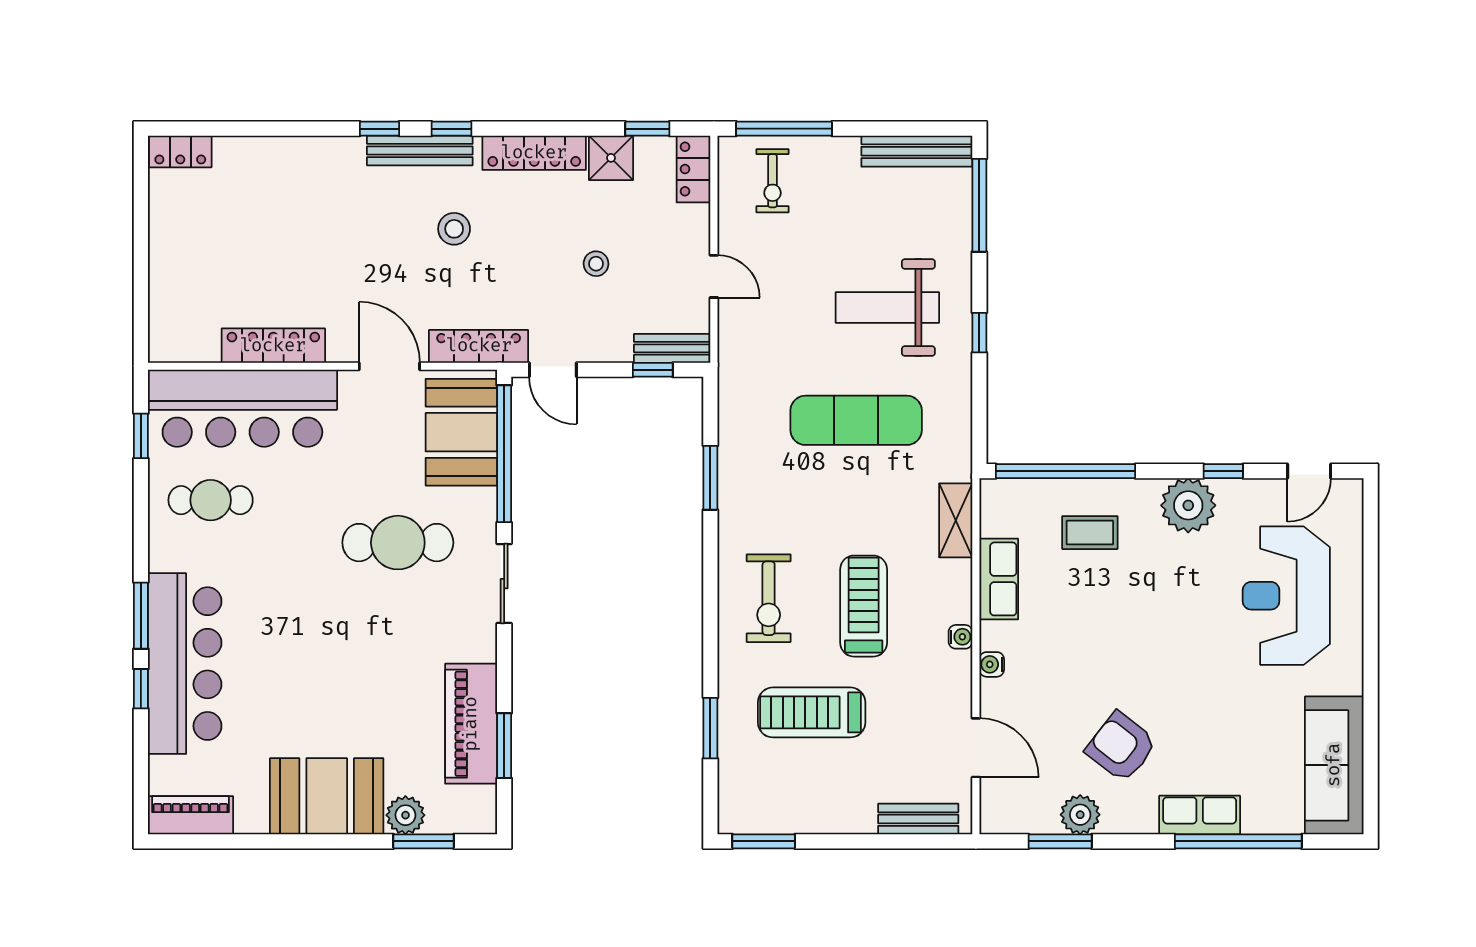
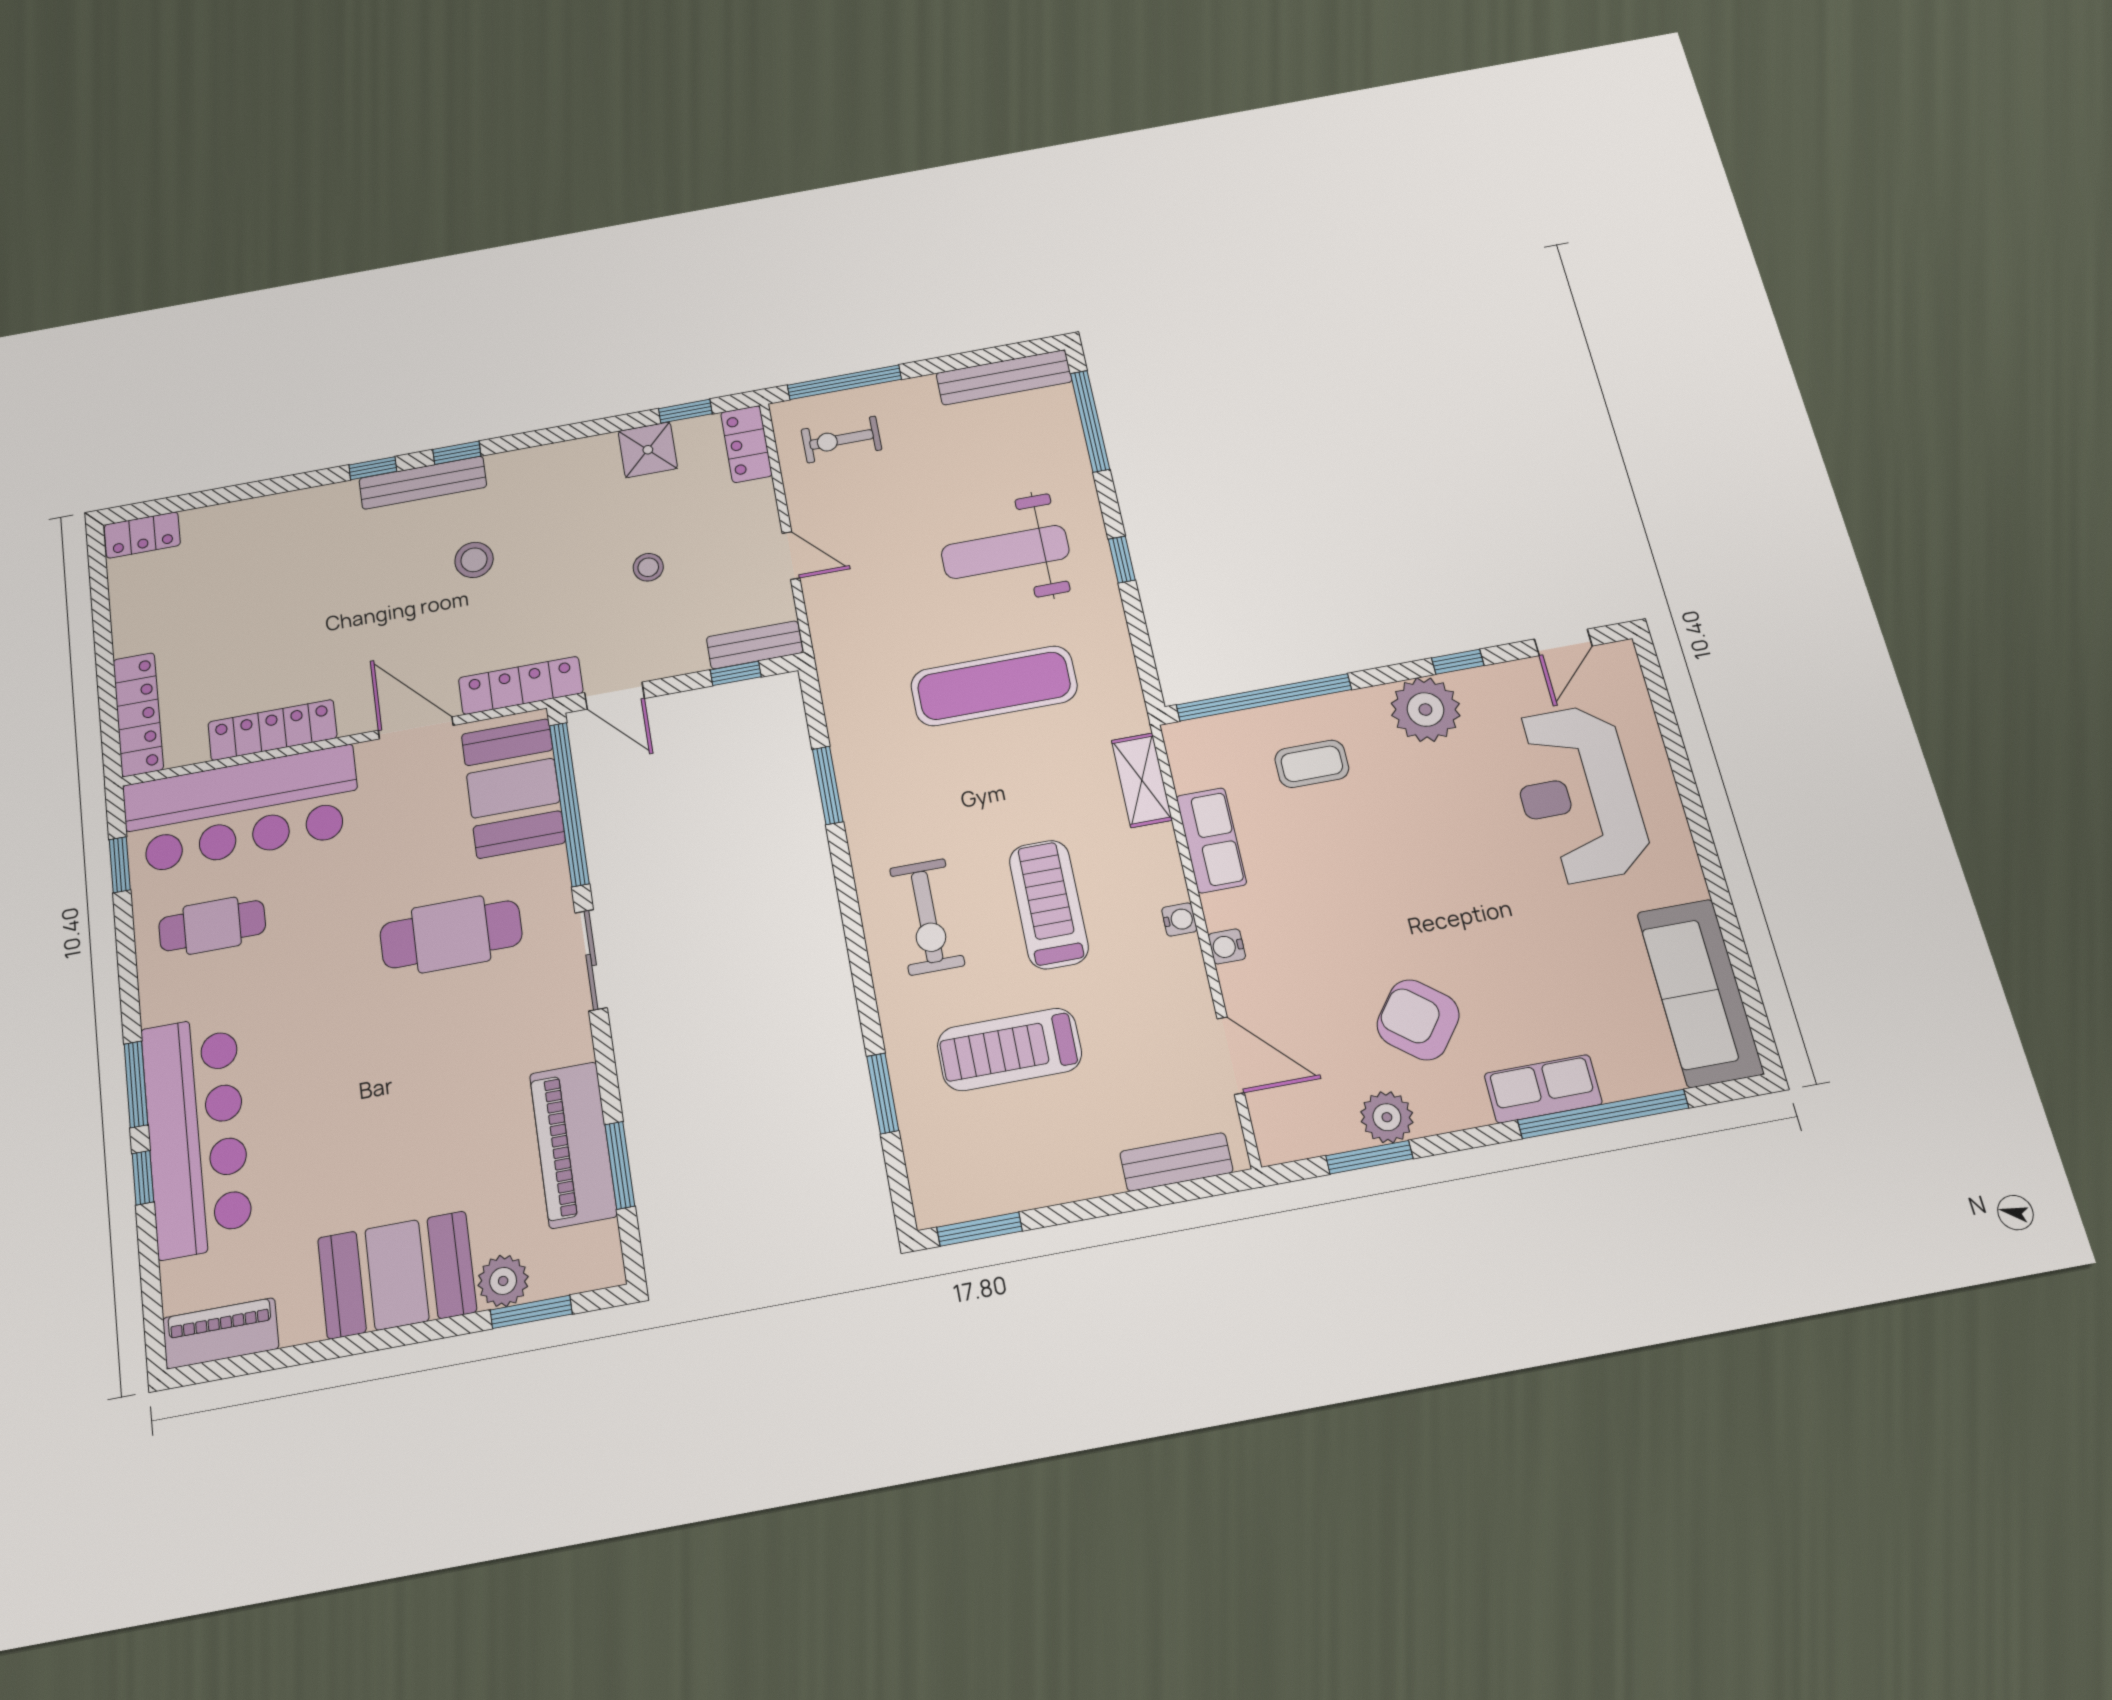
locker: (534, 153) -> (138, 714), moved, turned -90
exercise bike: (773, 181) -> (841, 440), turned 90

